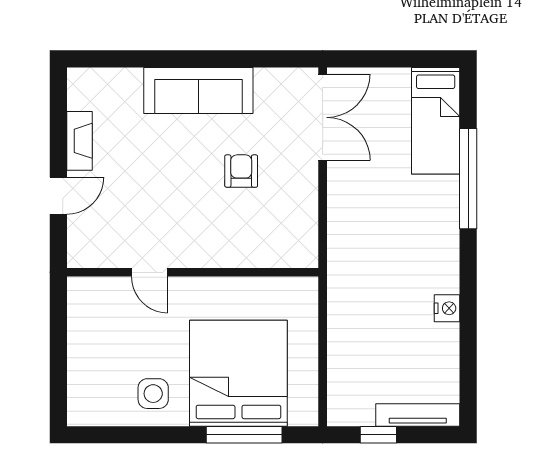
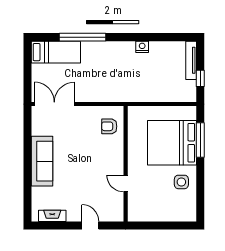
fireplace: (79, 141) -> (52, 216), moved
armchair: (241, 171) -> (109, 126), moved
door: (150, 272) -> (126, 184), swing flipped

